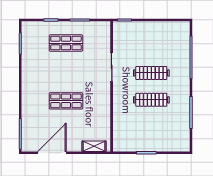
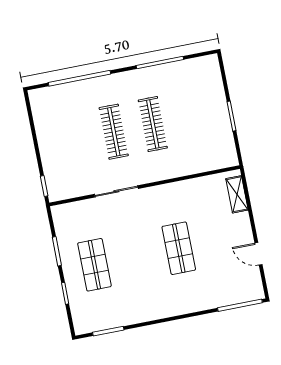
door: (52, 153) -> (258, 254), width x0.53

